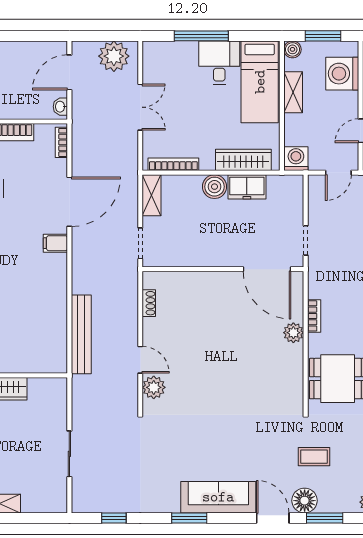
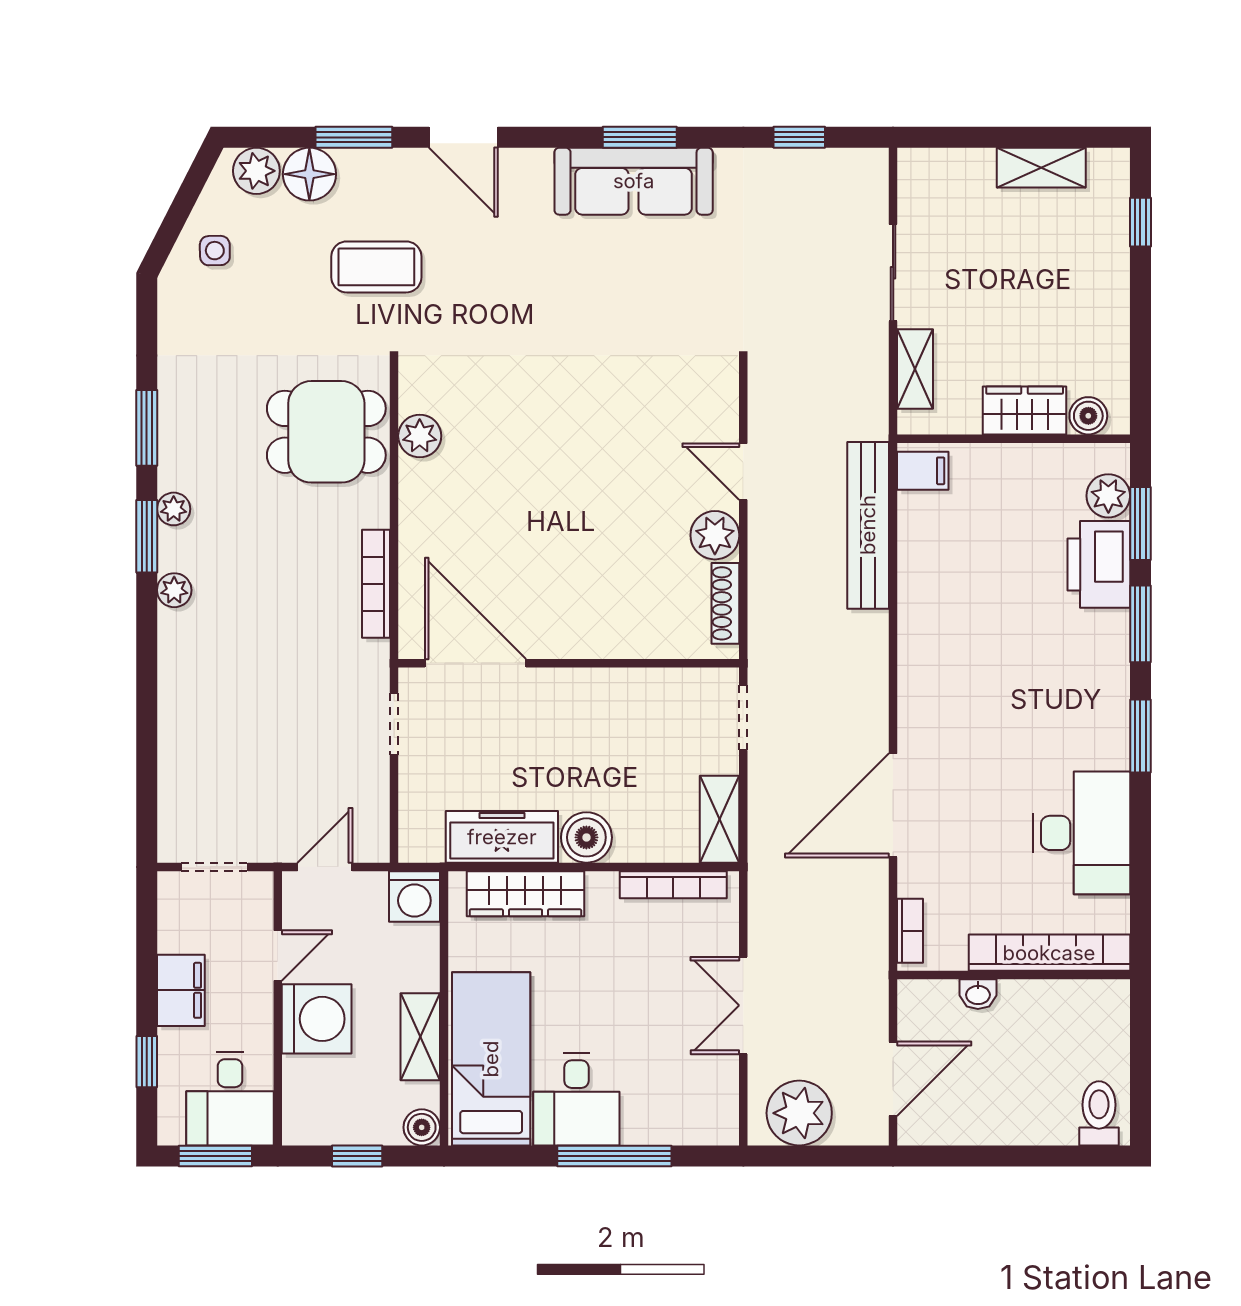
window: (323, 36) -> (357, 1156), width x0.67
washing machine: (342, 74) -> (317, 1019), moved
washbasin: (60, 107) -> (978, 994), moved, turned 90
freezer: (247, 187) -> (502, 837), width x1.40
filing cabinet: (55, 243) -> (923, 471), moved
shoe rack: (149, 303) -> (725, 603), width x1.43
bookcase: (314, 316) -> (376, 584), width x1.56
plant: (293, 333) -> (420, 436), moved
plant: (154, 387) -> (715, 535), moved
shelving: (59, 408) -> (915, 369), added
coffee table: (314, 457) -> (376, 267), width x1.36, depth x1.30
sofa: (218, 497) -> (634, 181), moved
floor lamp: (305, 501) -> (309, 174), moved

